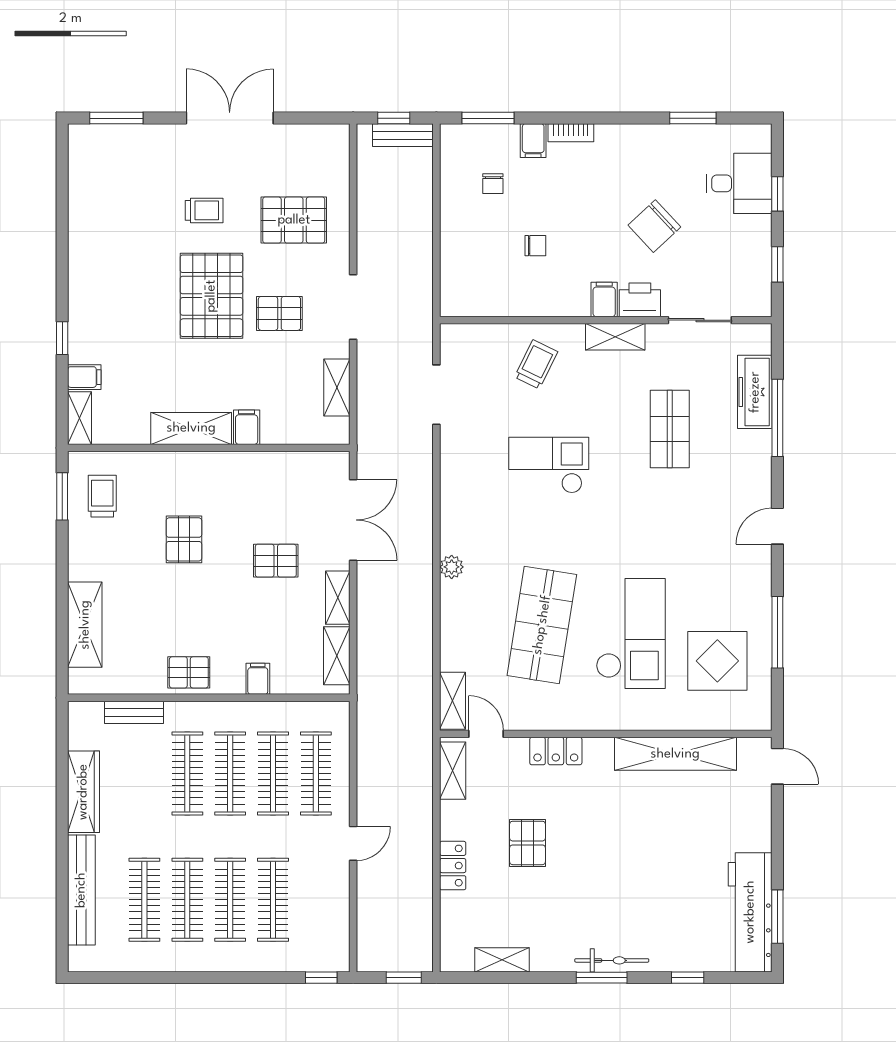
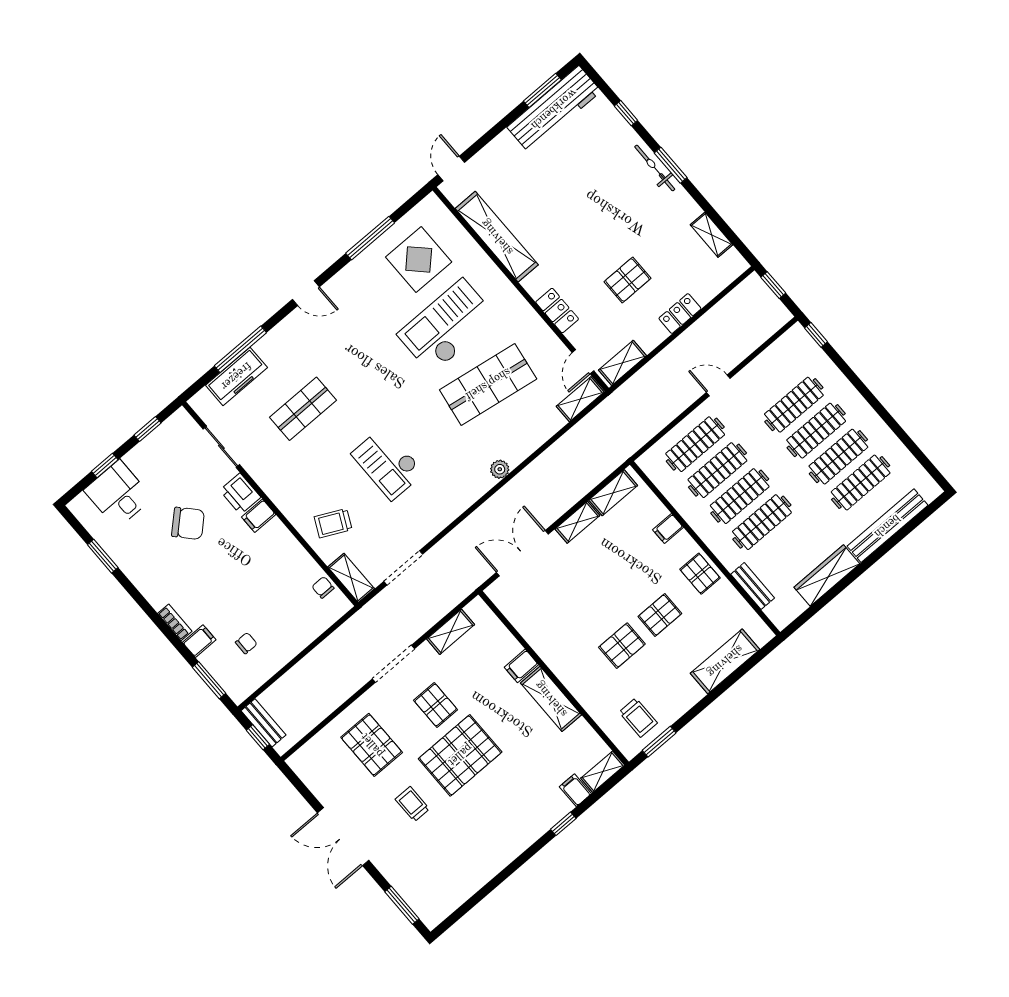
chair: (535, 246) -> (323, 587), moved
shelving: (615, 337) -> (351, 578), moved
trolley: (102, 496) -> (638, 718), turned -90
pallet: (276, 561) -> (660, 615), moved, turned 90

